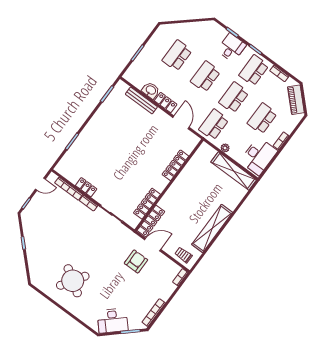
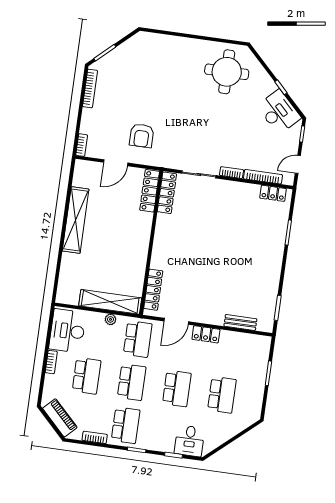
desk: (232, 48) -> (190, 441), moved
washbasin: (151, 90) -> (230, 339), removed
bench: (141, 100) -> (240, 322), width x0.73
door: (181, 122) -> (176, 321), hinge flipped
locker: (175, 165) -> (153, 290), moved
shelving: (234, 171) -> (110, 302), moved
locker: (86, 187) -> (273, 193), moved
locker: (147, 204) -> (167, 193), moved
door: (153, 245) -> (116, 163), moved
trolley: (183, 255) -> (92, 172), removed
round table: (73, 281) -> (227, 72), moved, turned -33
desk: (113, 321) -> (279, 112), moved, turned 88

